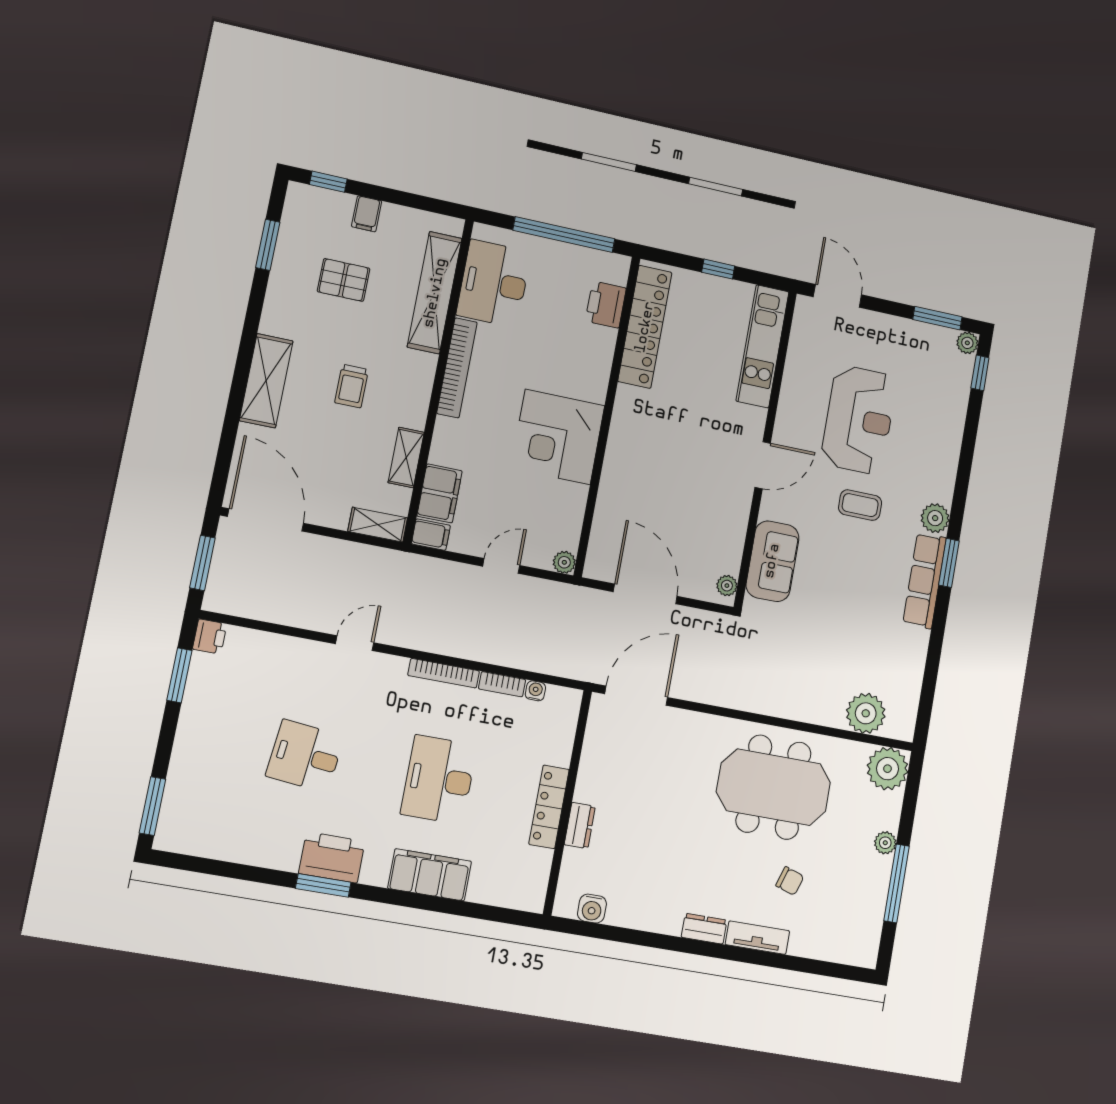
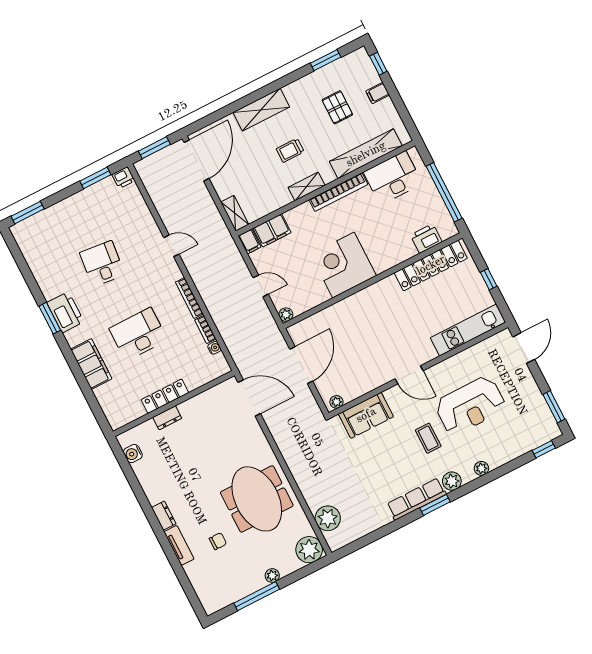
plant: (967, 343) -> (481, 468), moved
shelving: (406, 458) -> (306, 186), moved
chair: (790, 881) -> (218, 541), turned -108

